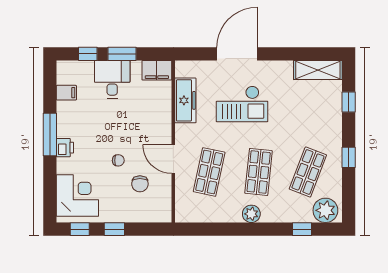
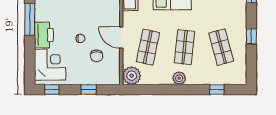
printer: (65, 148) -> (44, 35), width x1.87, depth x1.48
shop shelf: (308, 172) -> (221, 47), turned -36
plant: (325, 210) -> (132, 76), moved
window: (114, 229) -> (89, 90), moved

